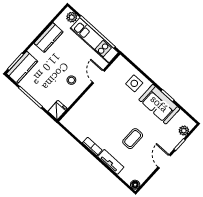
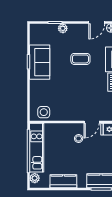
door: (98, 77) -> (92, 122), moved
side table: (134, 83) -> (44, 112), moved
plant: (184, 131) -> (63, 28), moved
door: (164, 161) -> (97, 22), moved

